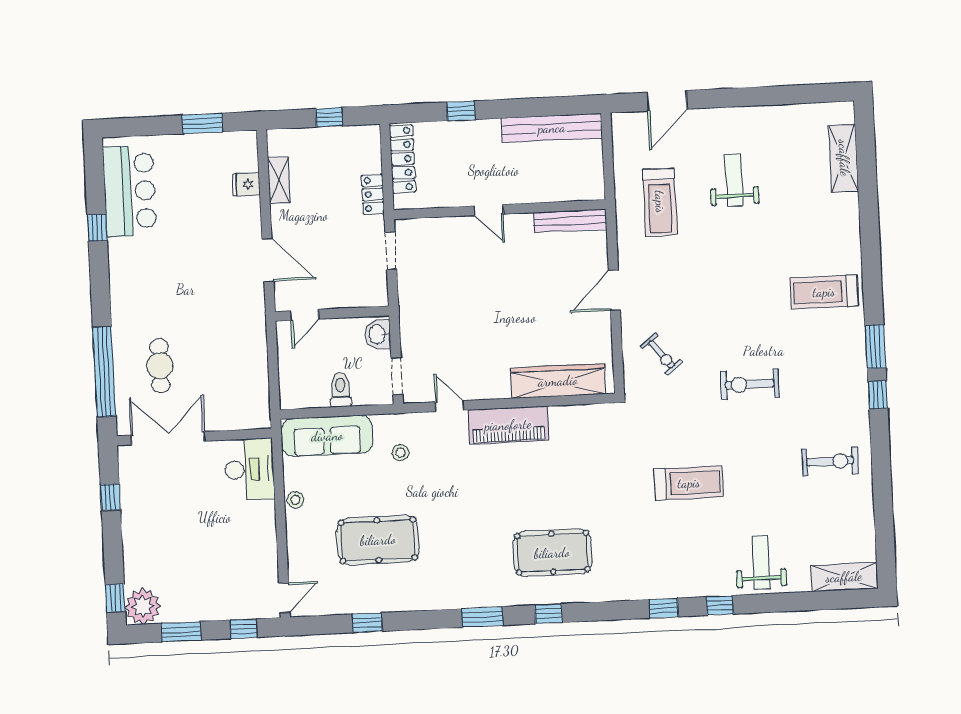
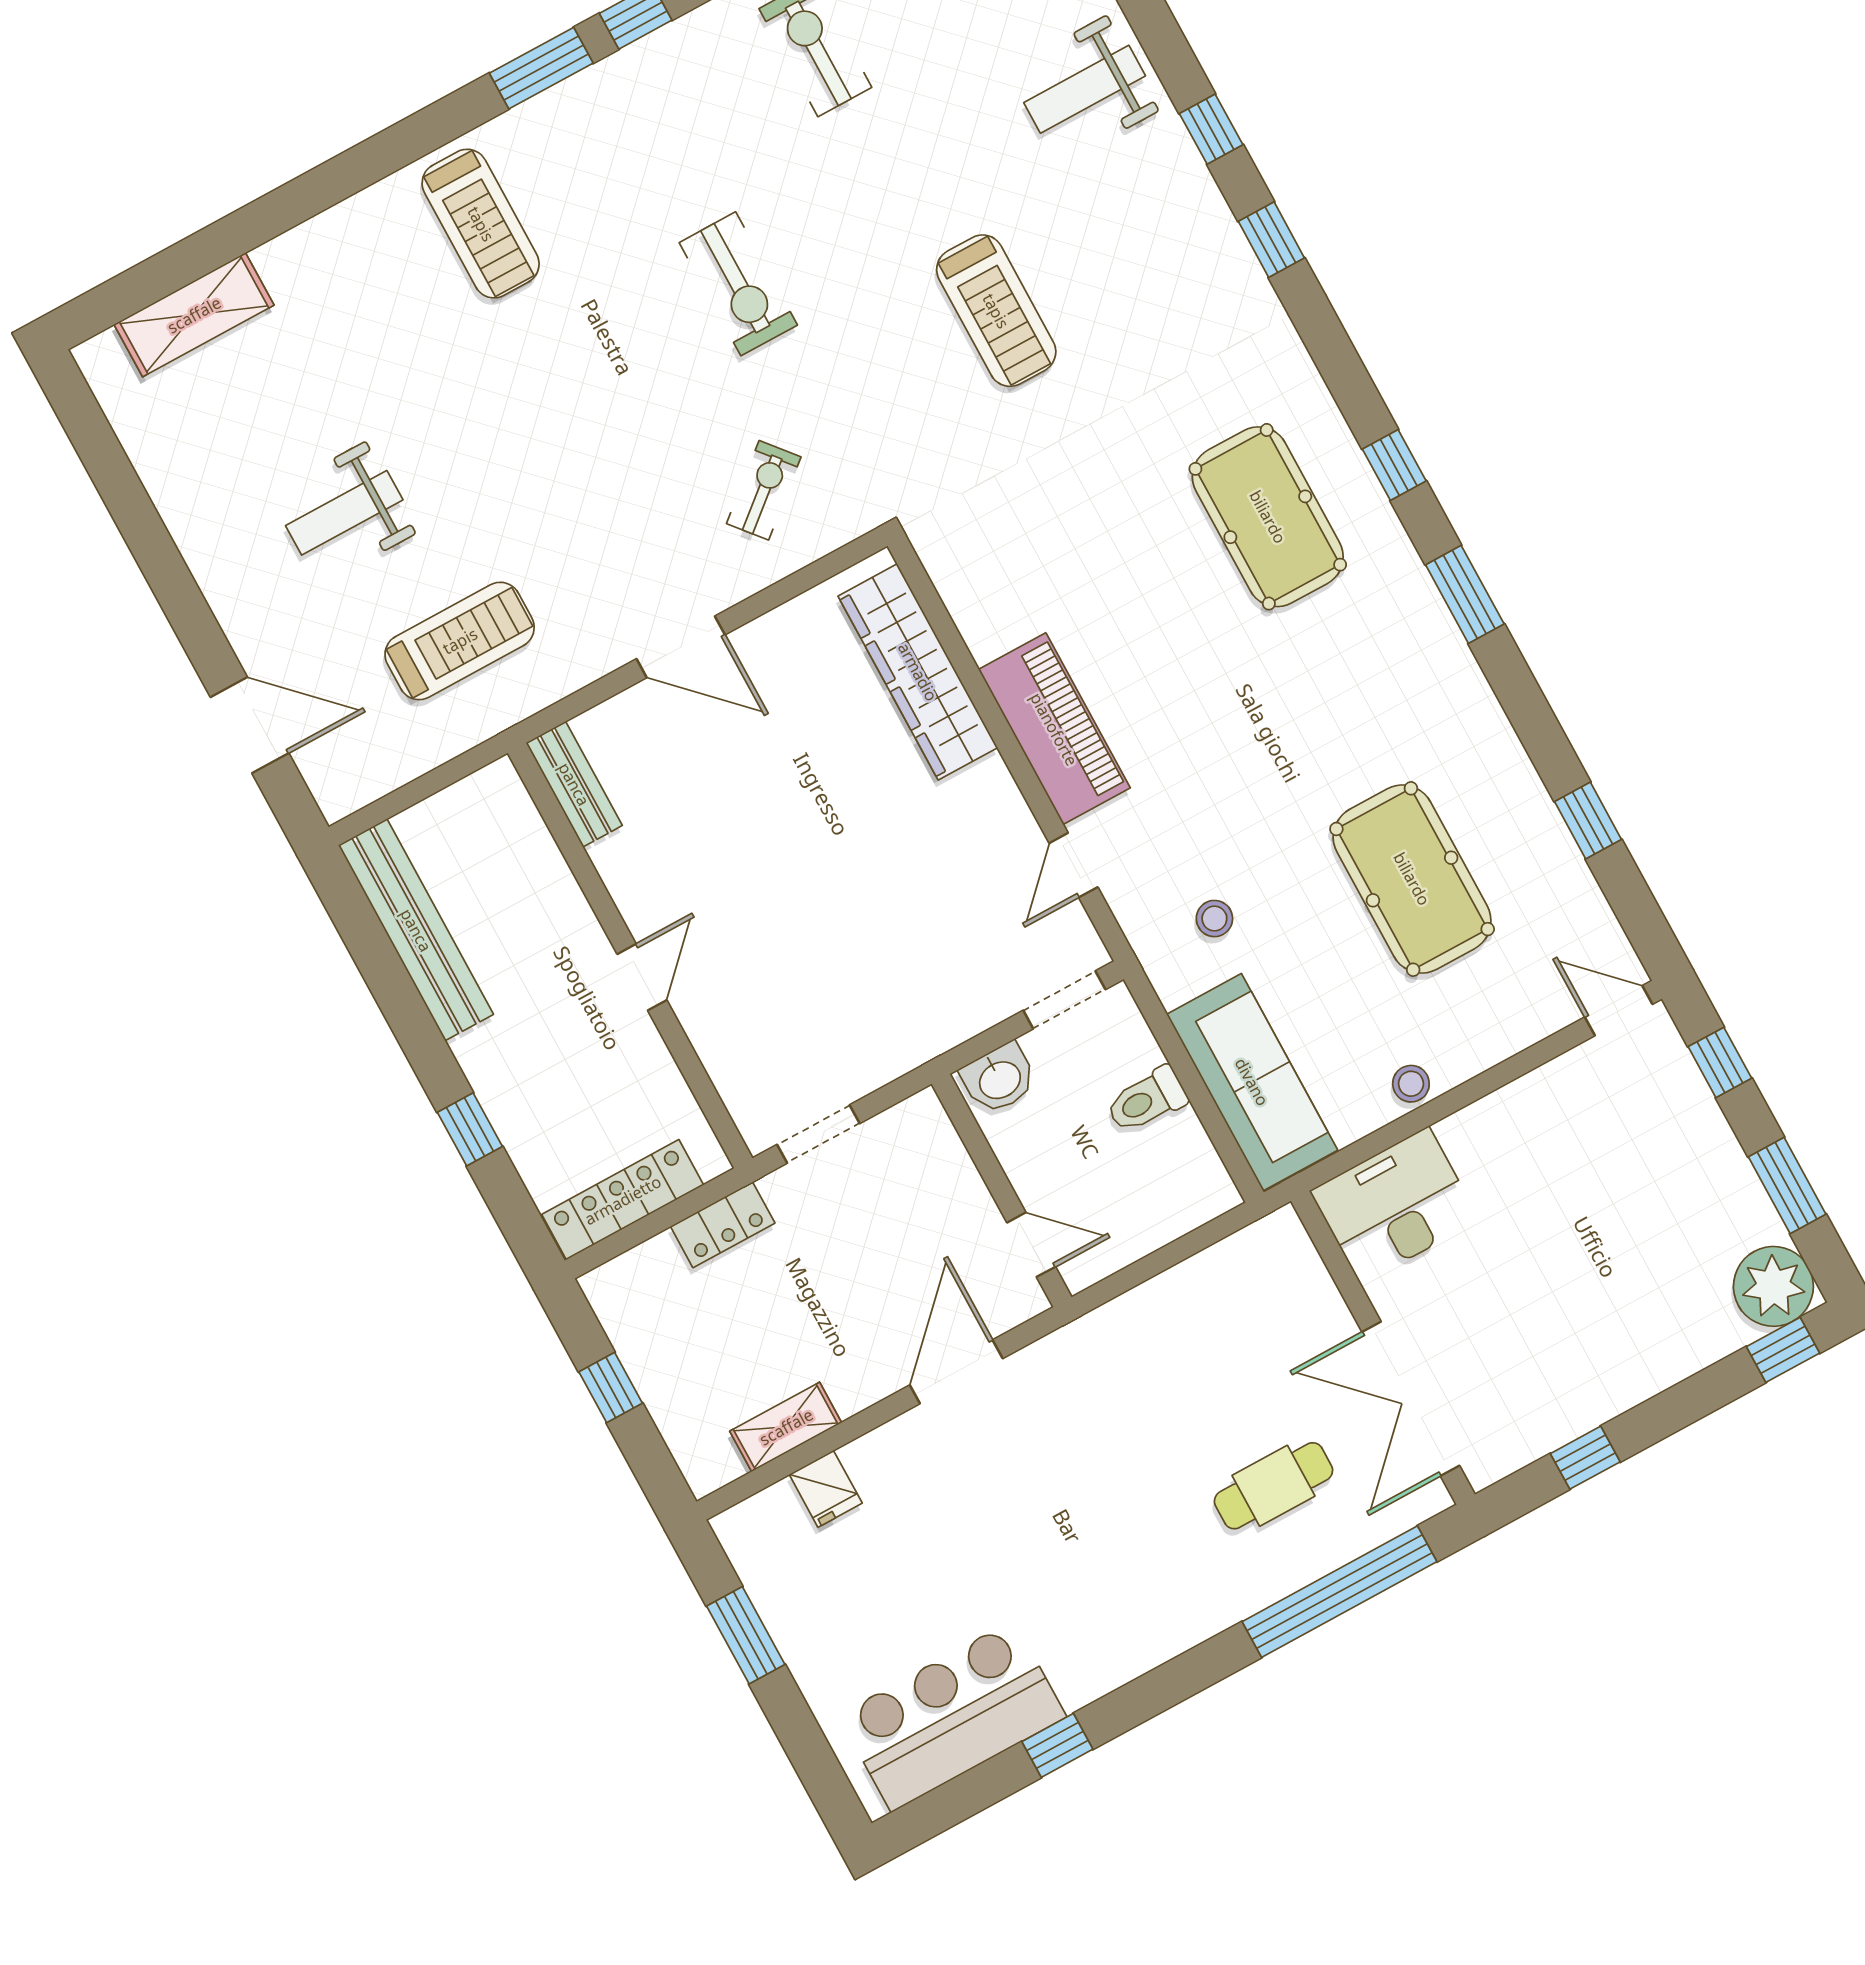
bench: (570, 221) -> (574, 784), width x0.73
treadmill: (689, 483) -> (996, 311), turned 180

